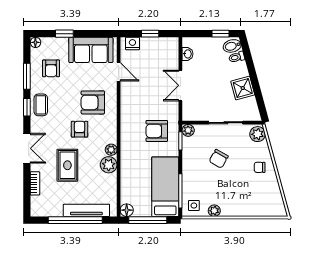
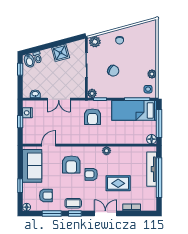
nightstand: (132, 44) -> (27, 113), moved
plant: (109, 165) -> (118, 153), removed

